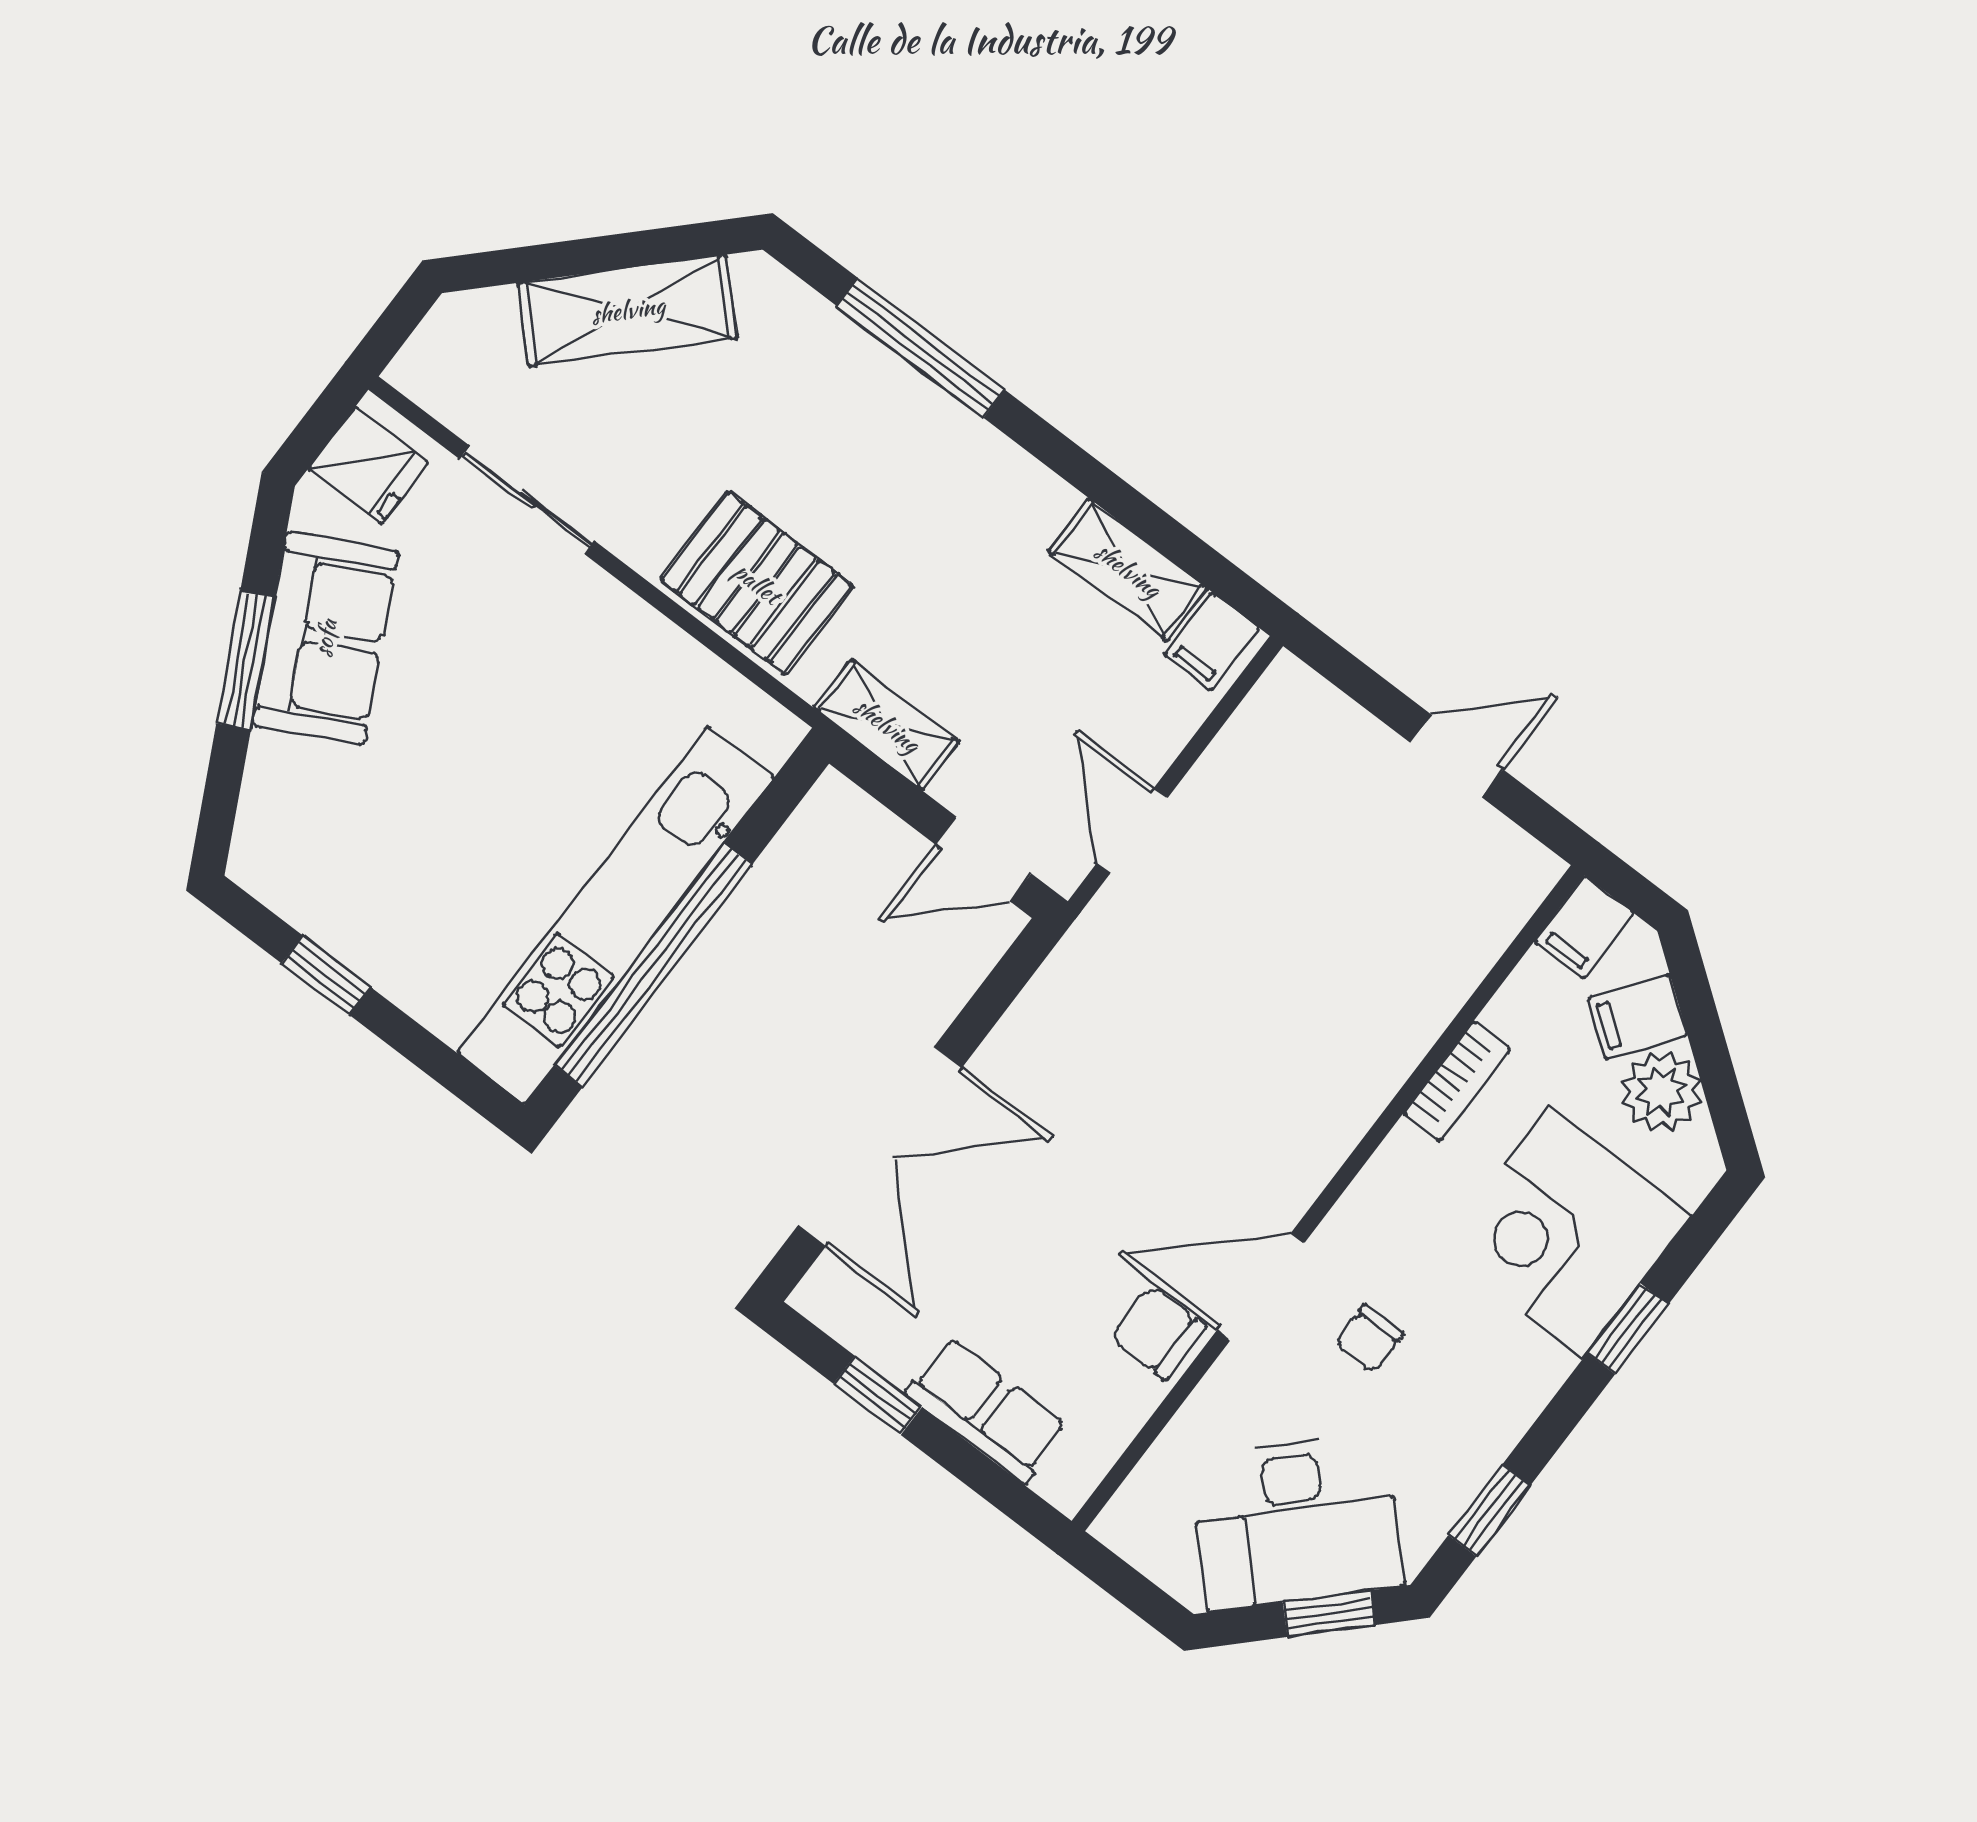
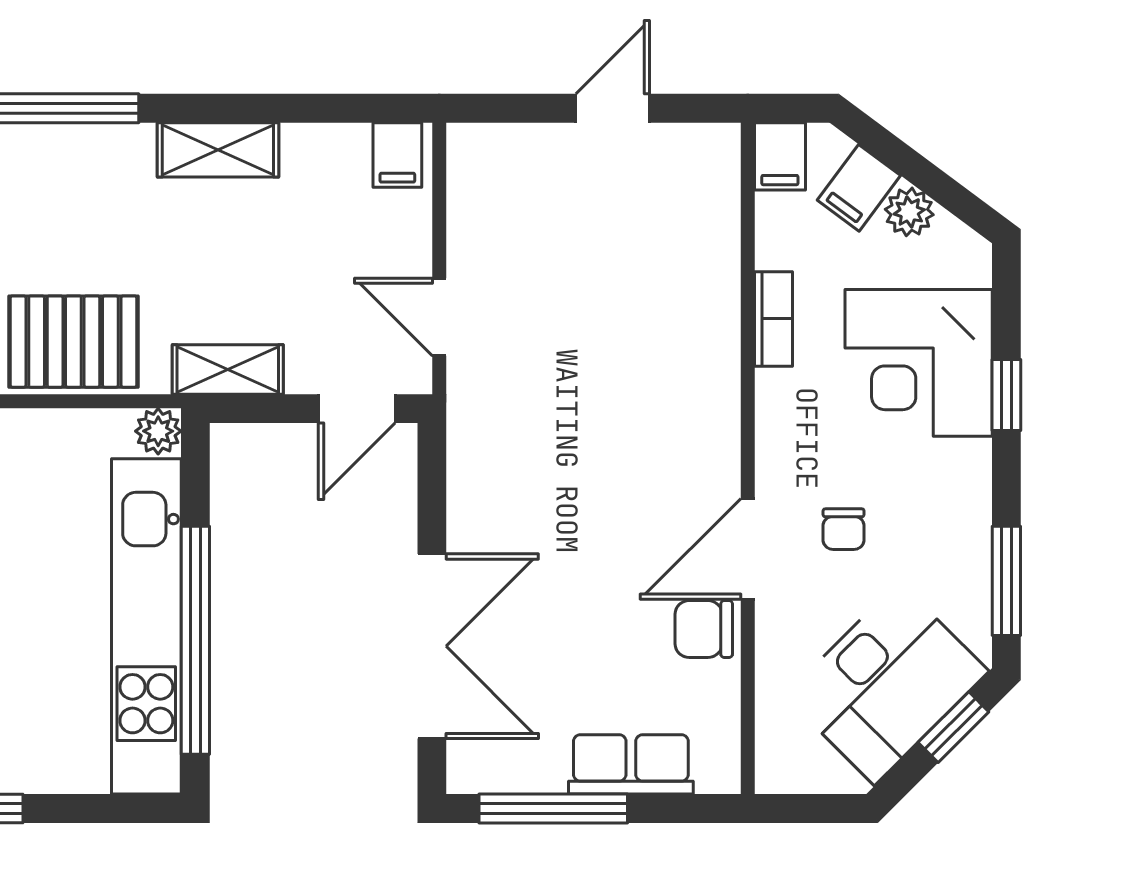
shelving: (1128, 570) -> (218, 150), moved
plant: (773, 733) -> (158, 431), added
plant: (1661, 1092) -> (909, 212), width x0.73, depth x0.73
window: (878, 1395) -> (553, 809), width x2.17
window: (1489, 1510) -> (1006, 581), width x1.50

